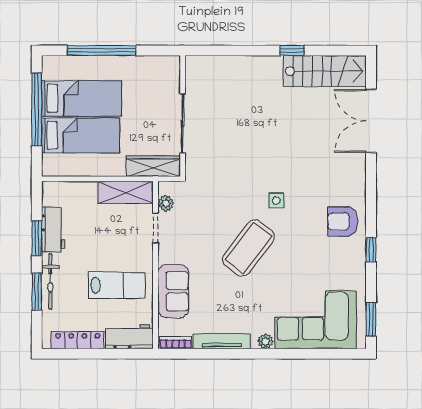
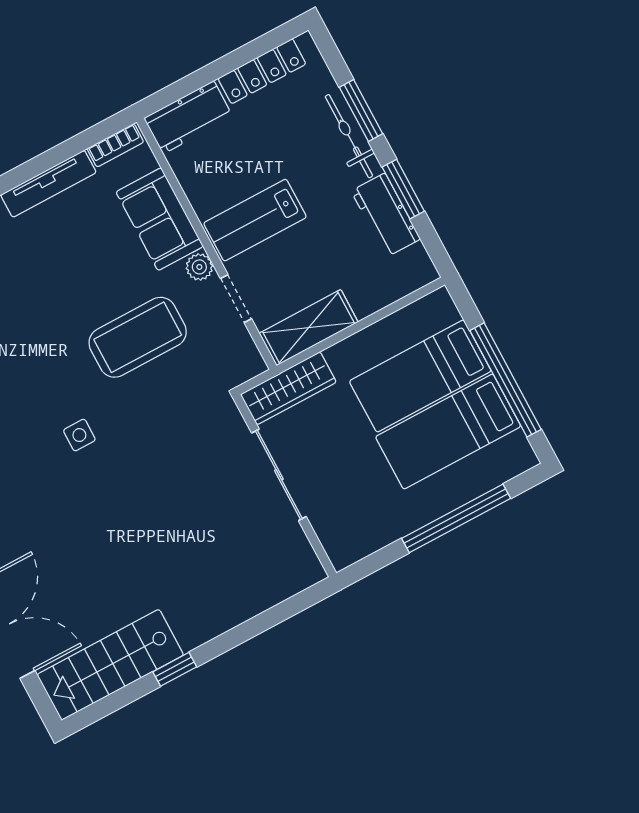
plant: (166, 203) -> (199, 267), moved
coffee table: (248, 248) -> (138, 337), moved, turned 53
lab bench: (117, 285) -> (255, 220), moved

